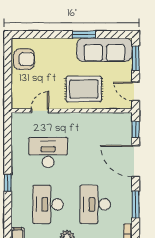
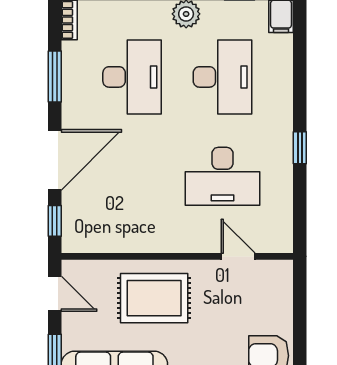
door: (40, 111) -> (238, 256), swing flipped
door: (136, 161) -> (55, 160), hinge flipped
window: (8, 183) -> (300, 148), moved

